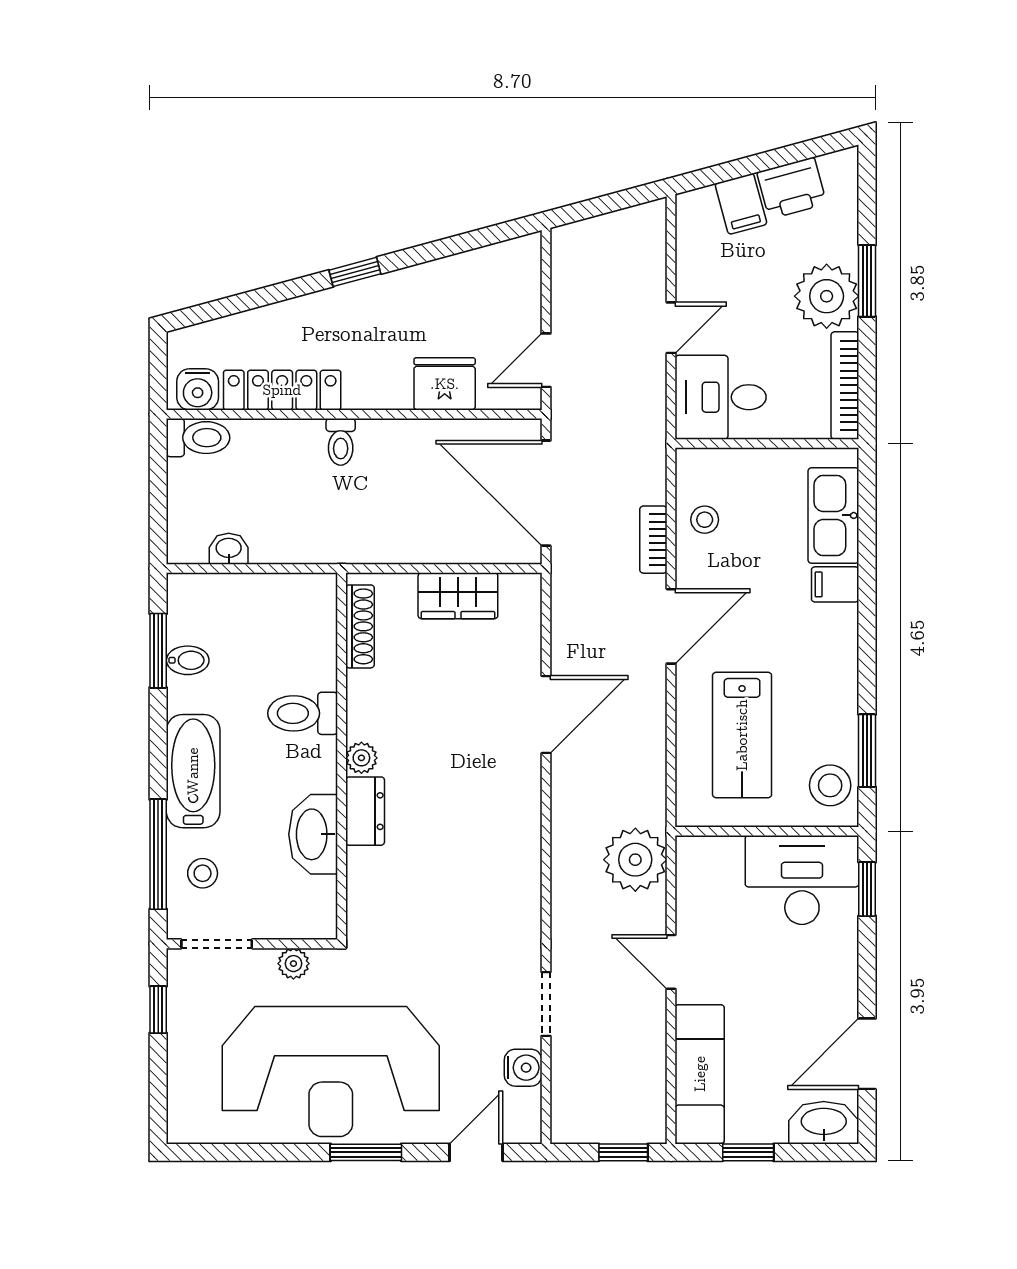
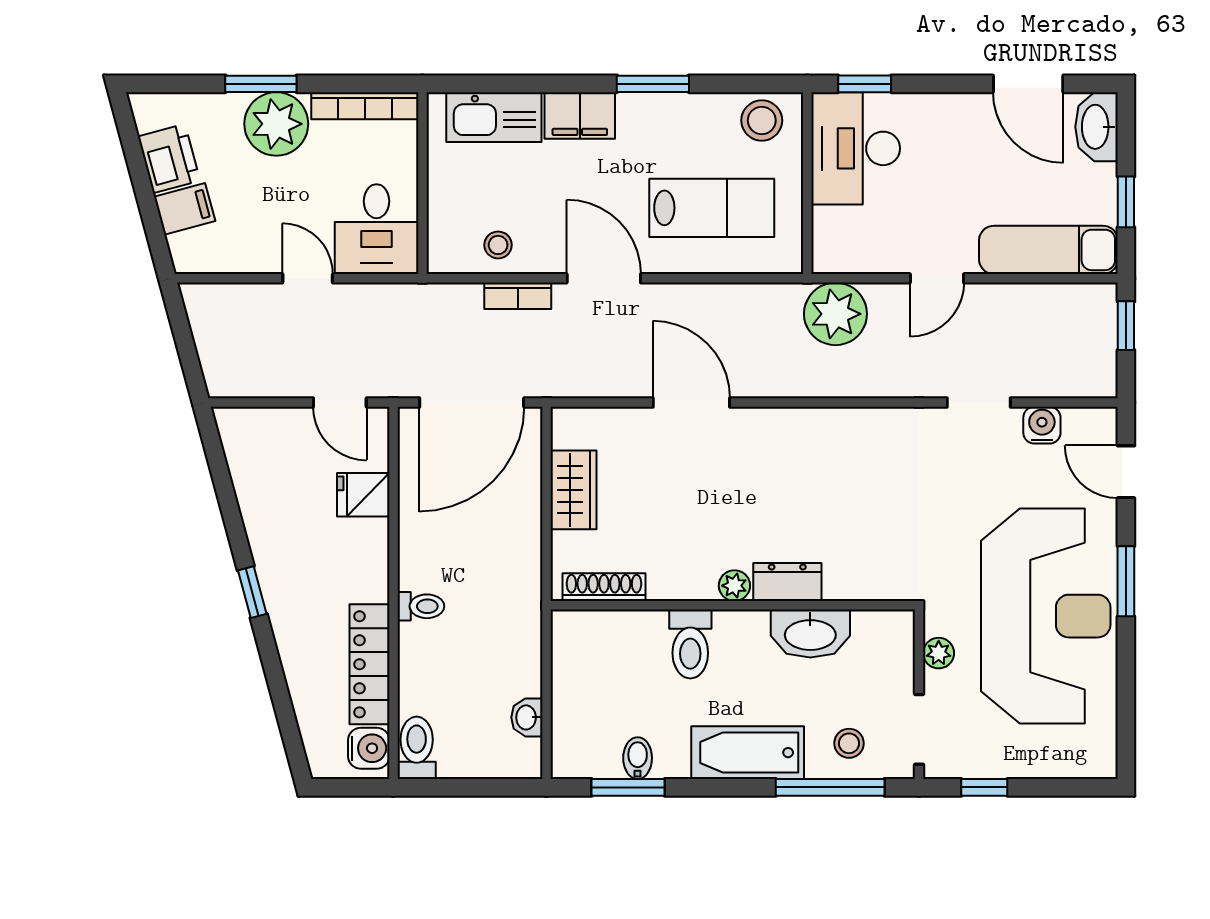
fridge: (445, 384) -> (363, 495), width x0.72
filing cabinet: (835, 584) -> (580, 115), width x2.00
window: (867, 751) -> (653, 84), moved

